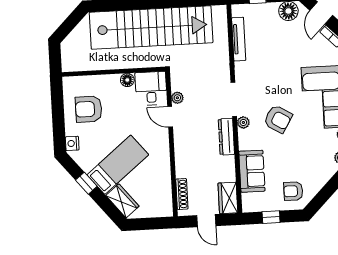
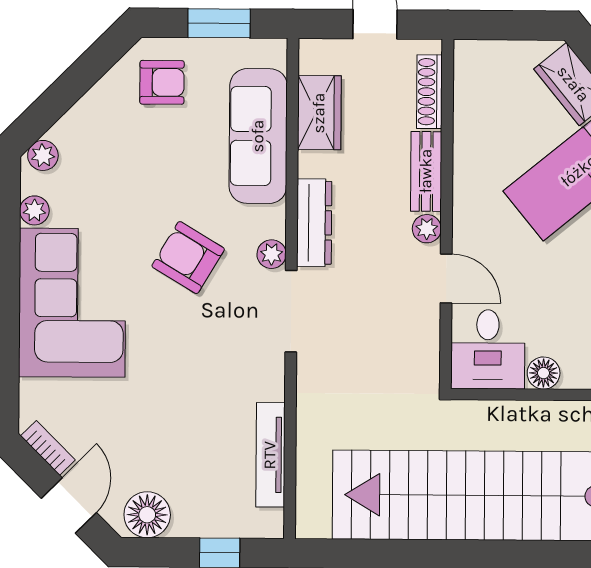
plant: (177, 98) -> (427, 229), moved
bench: (181, 161) -> (426, 171), added
sofa: (252, 171) -> (258, 136), width x1.36
wardrobe: (228, 198) -> (319, 113), moved
window: (271, 217) -> (219, 23), width x1.50

